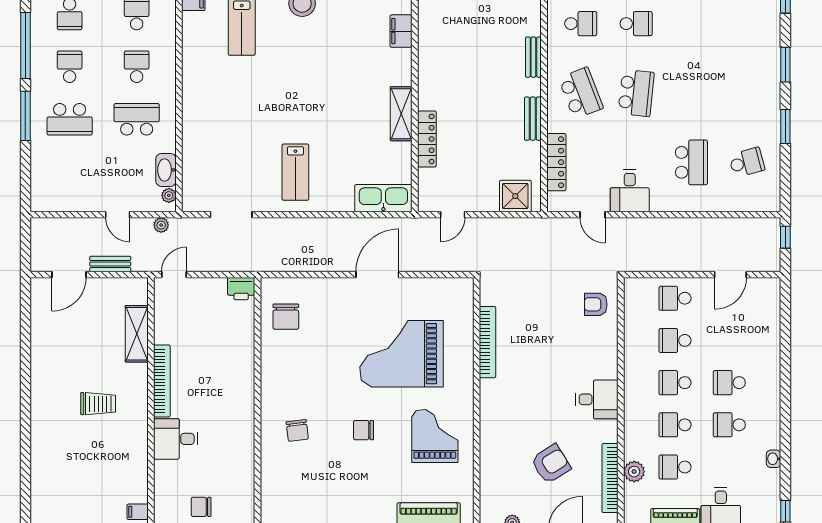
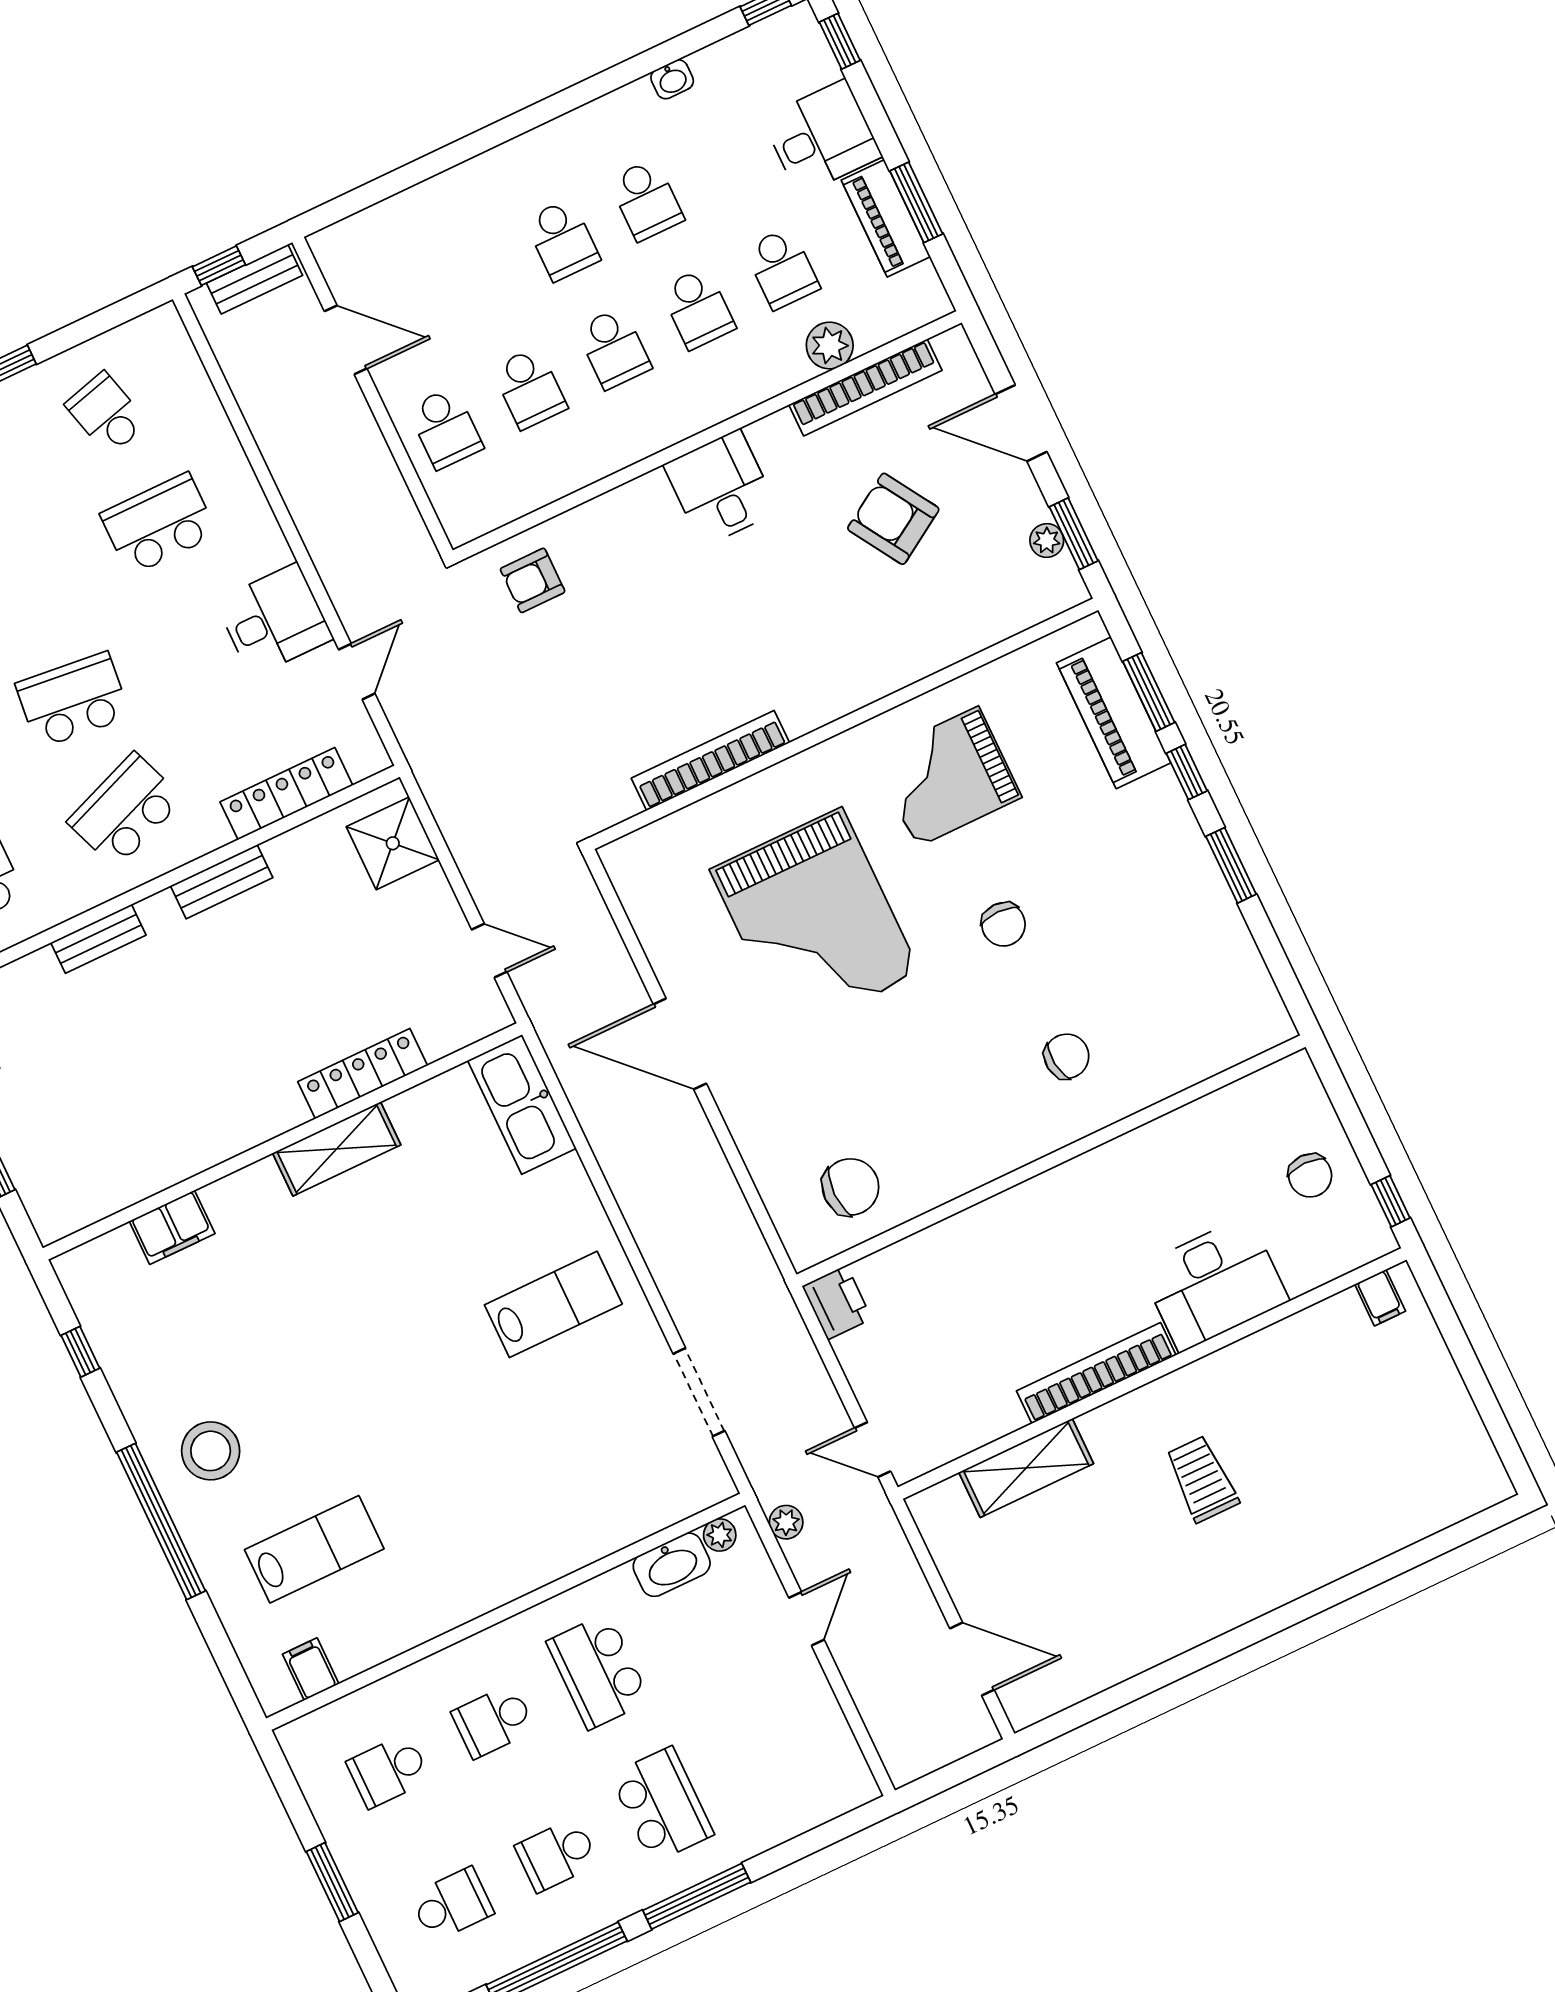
bench: (110, 264) -> (255, 279), moved, turned 90
armchair: (596, 304) -> (533, 580), turned 90
desk: (176, 439) -> (1214, 1284), width x1.37

